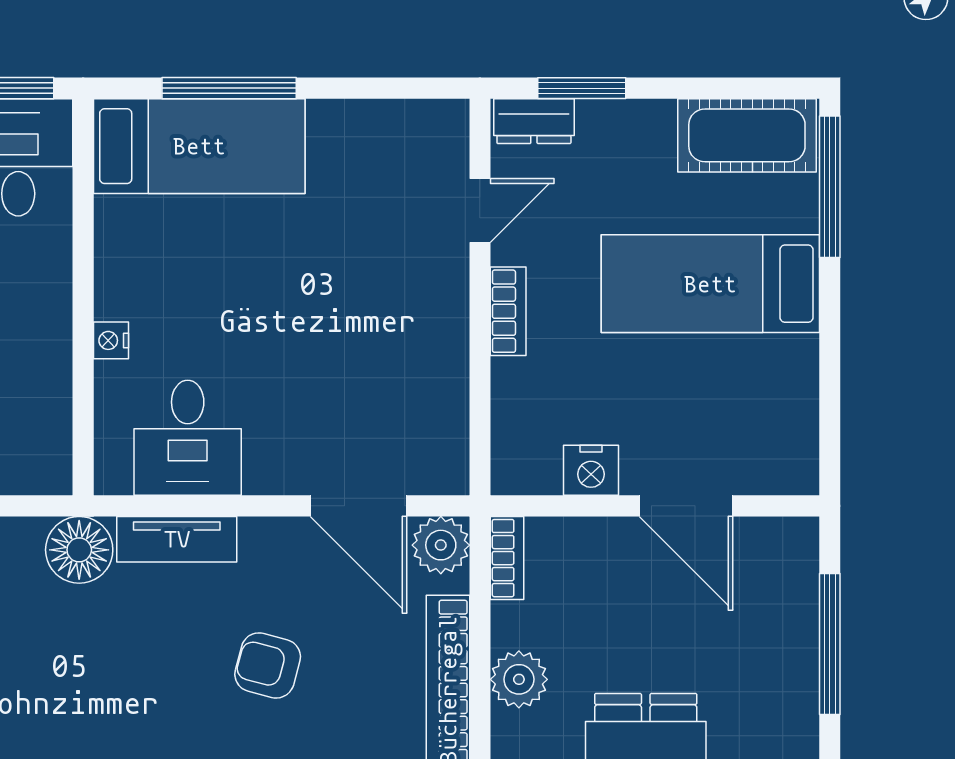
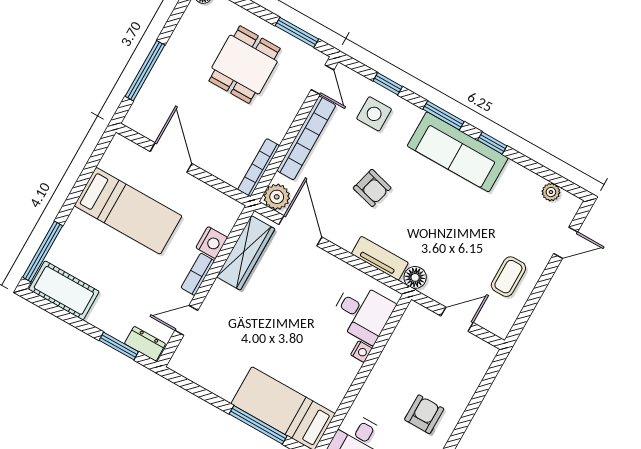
bed: (710, 284) -> (128, 211), moved
wardrobe: (439, 404) -> (246, 253), added
desk: (188, 438) -> (362, 312), moved, turned 90
nightstand: (591, 470) -> (212, 243), moved, turned 90
floor lamp: (79, 550) -> (415, 277), width x0.73, depth x0.73
bookcase: (507, 558) -> (259, 168), width x1.56
plant: (519, 679) -> (276, 126), removed

